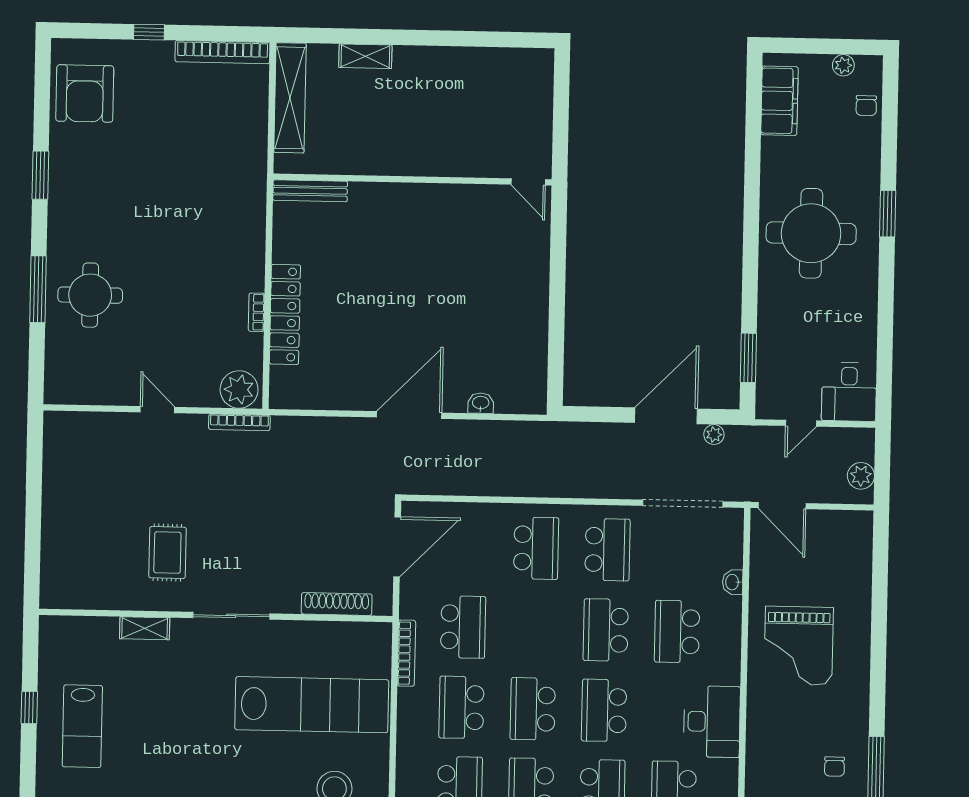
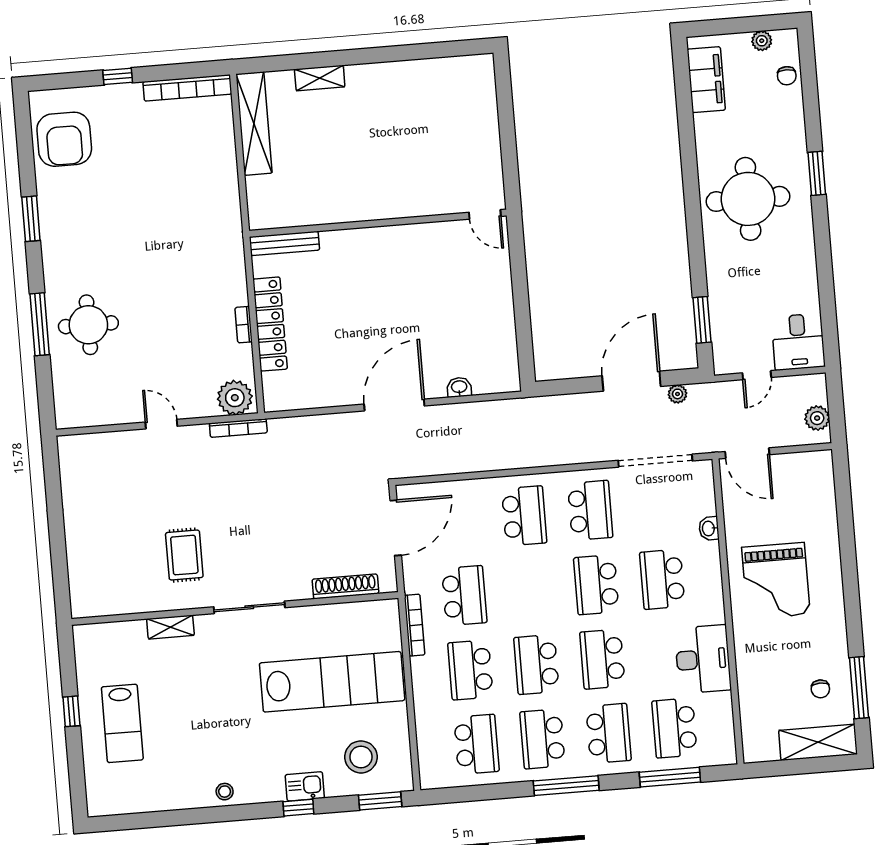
wall: (413, 179) -> (378, 223), moved
door: (528, 182) -> (485, 214), moved
bench: (310, 191) -> (284, 243), moved

